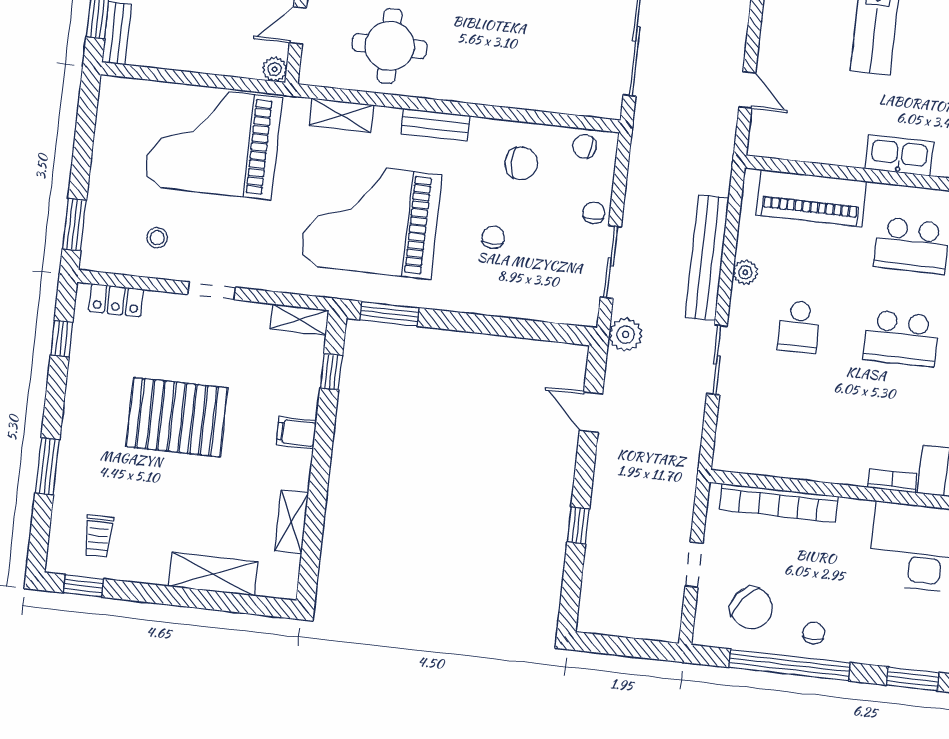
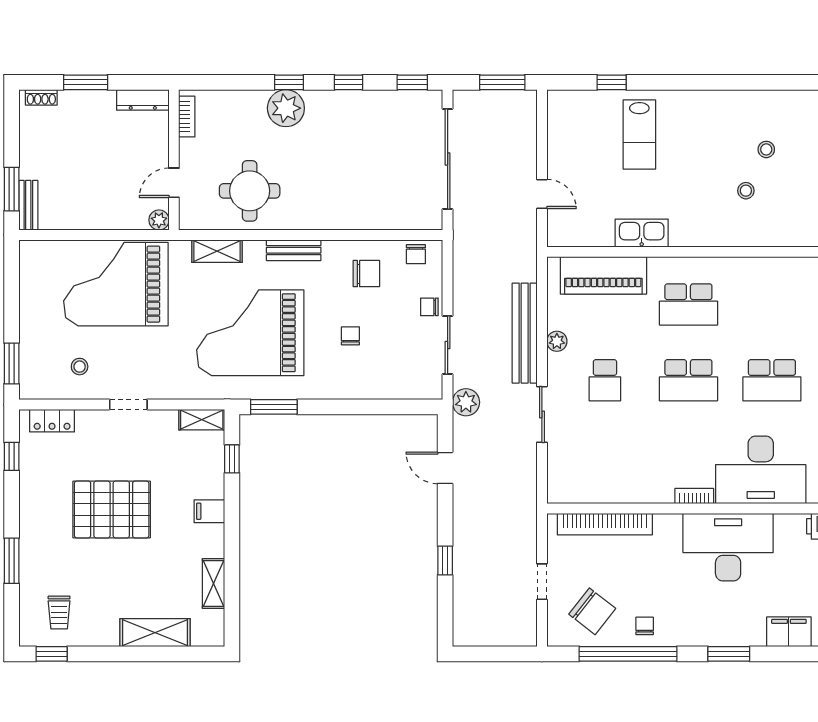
chair: (585, 146) -> (416, 254), turned -97
kitchen sink: (899, 155) -> (642, 233), moved
chair: (594, 213) -> (429, 307), turned -90

